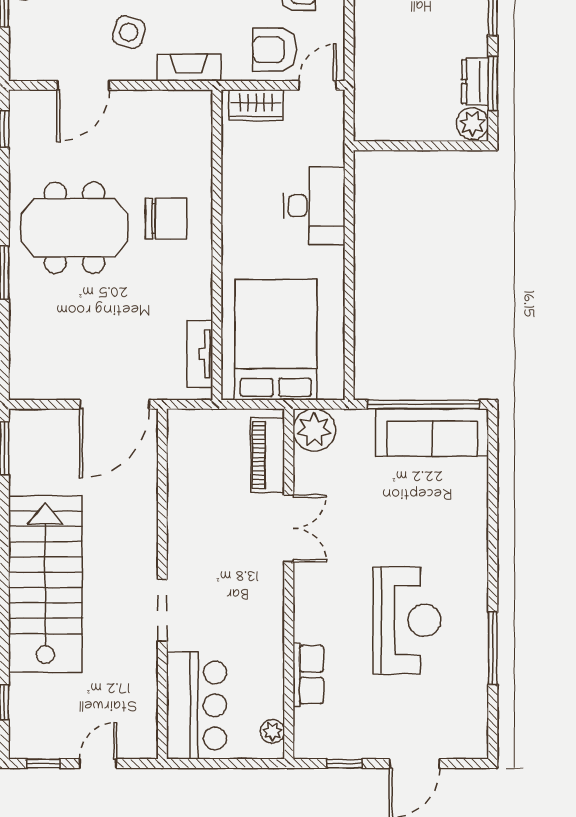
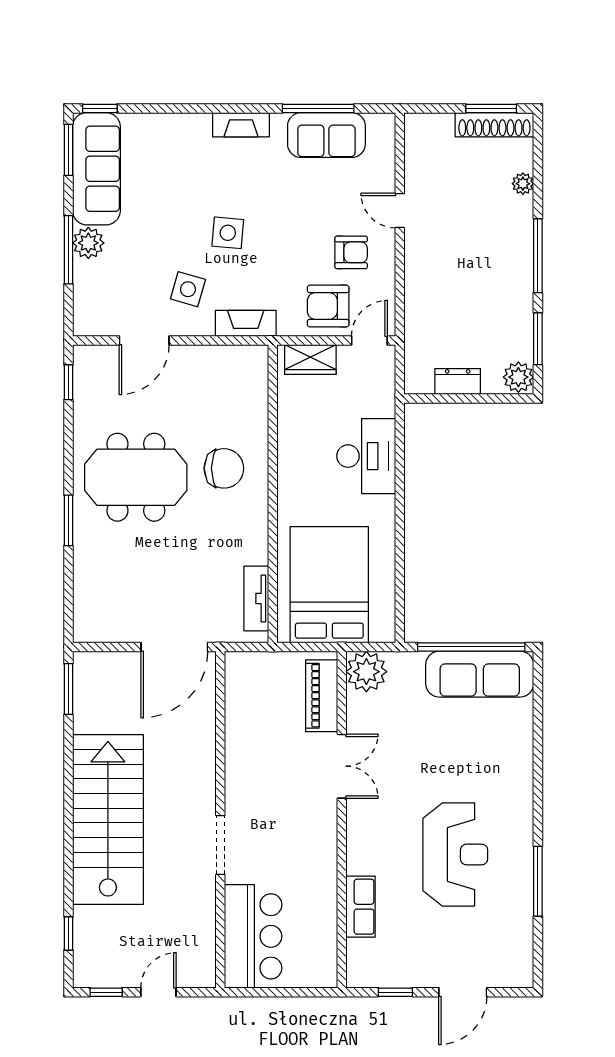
dresser: (475, 82) -> (458, 381), moved, turned 90
plant: (272, 731) -> (326, 961), removed

